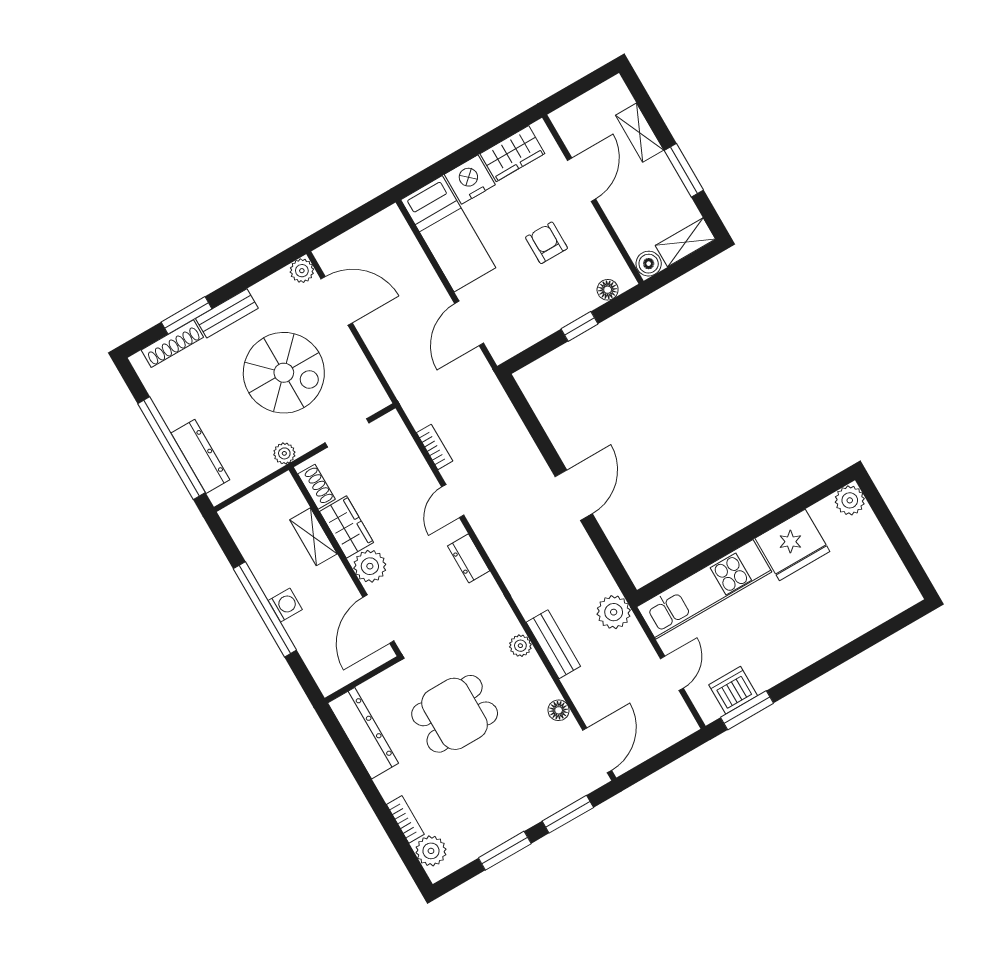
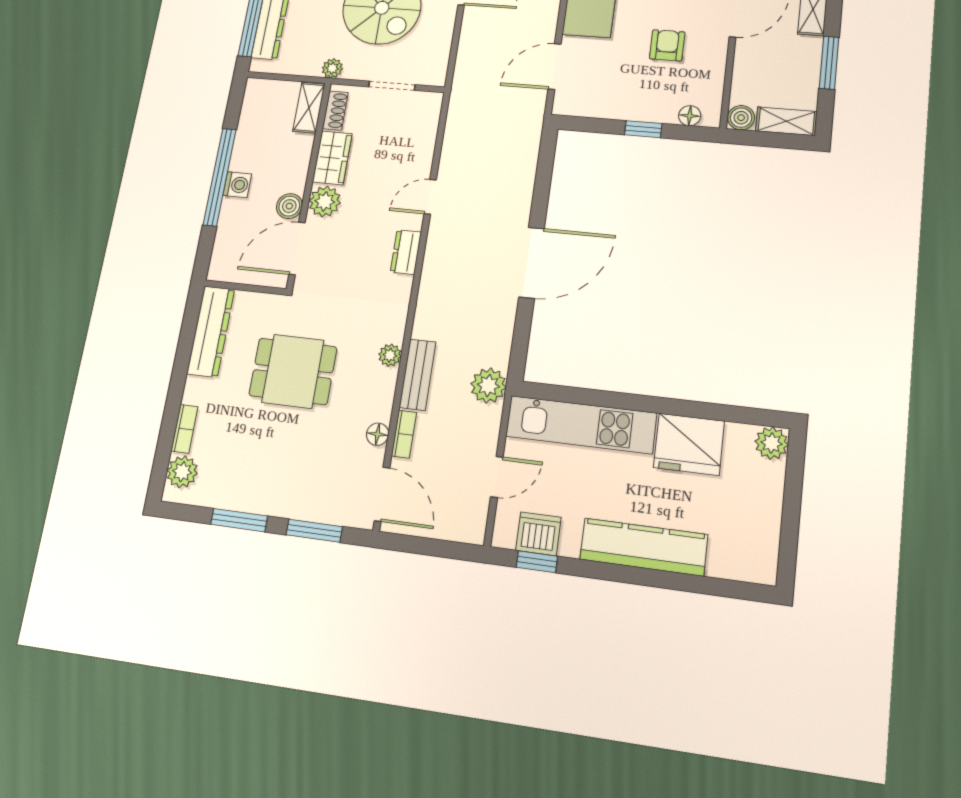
bookcase: (435, 447) -> (404, 434), moved
door: (574, 495) -> (532, 263), width x1.36
shelving: (313, 537) -> (309, 108), moved
boiler: (344, 591) -> (289, 206), added
kitchen counter: (814, 642) -> (644, 547), added
window: (747, 710) -> (537, 562), width x0.67
door: (597, 750) -> (382, 494), hinge flipped

